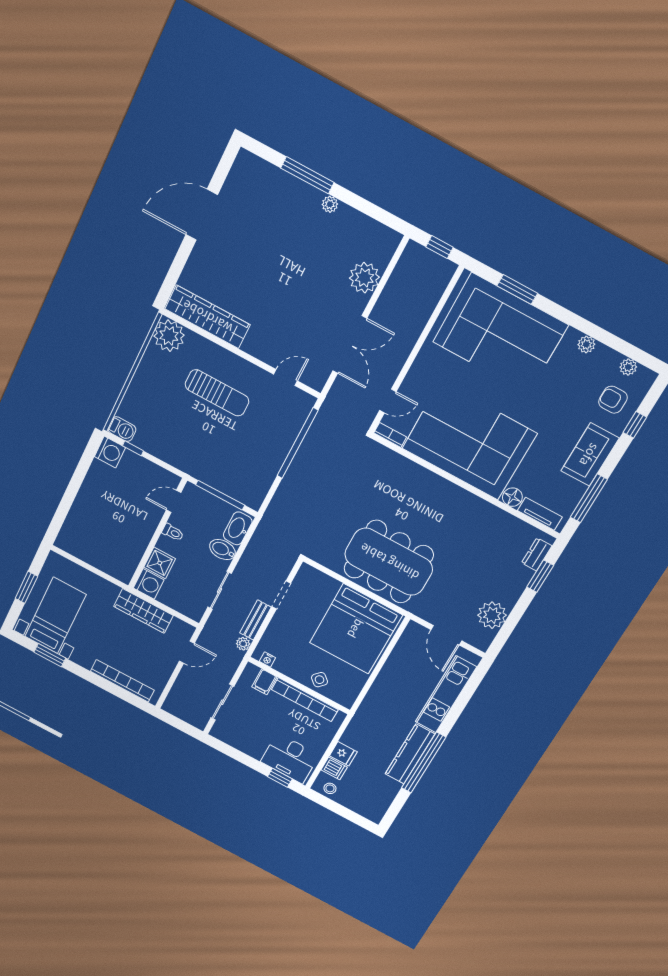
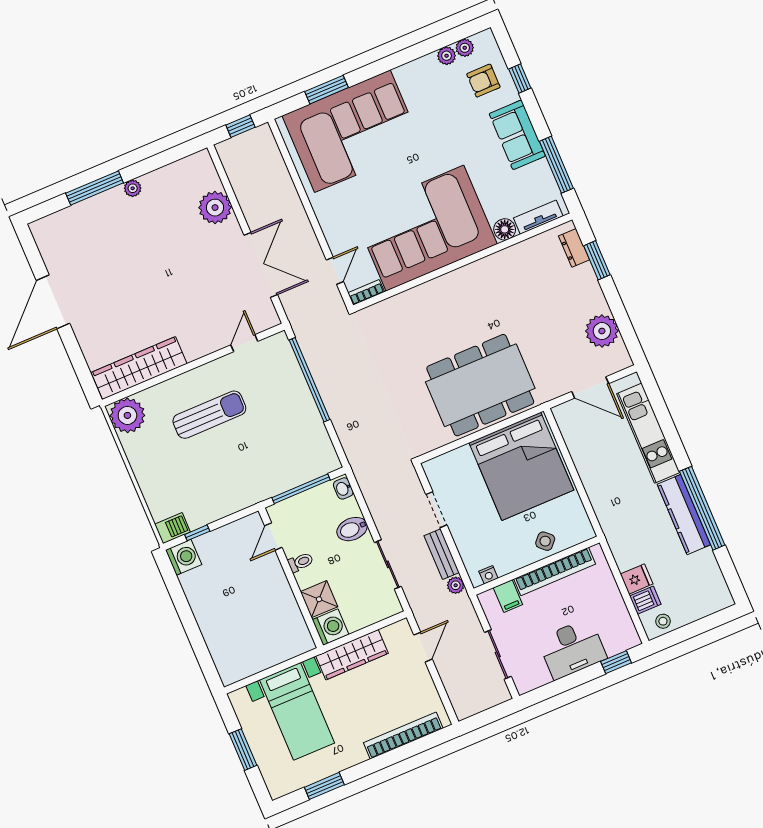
plant: (586, 344) -> (447, 56), moved
washbasin: (238, 528) -> (343, 488), width x0.52, depth x0.69
bed with nightstands: (55, 616) -> (297, 711), moved, turned 180
desk: (290, 758) -> (572, 649), moved

